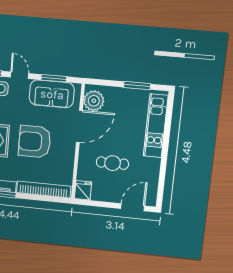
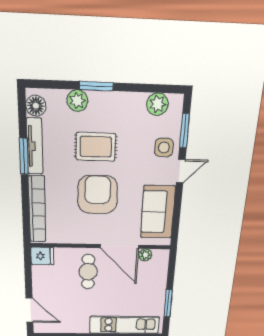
window: (54, 78) -> (177, 213), removed
plant: (94, 101) -> (145, 255), width x0.53, depth x0.53
cafe table: (113, 163) -> (88, 272), moved

